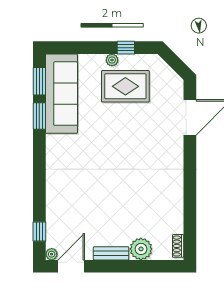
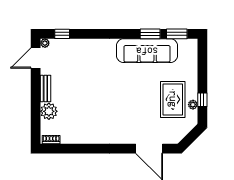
plant: (112, 60) -> (193, 105), moved
sofa: (61, 94) -> (147, 51), moved
door: (71, 266) -> (36, 58), swing flipped

